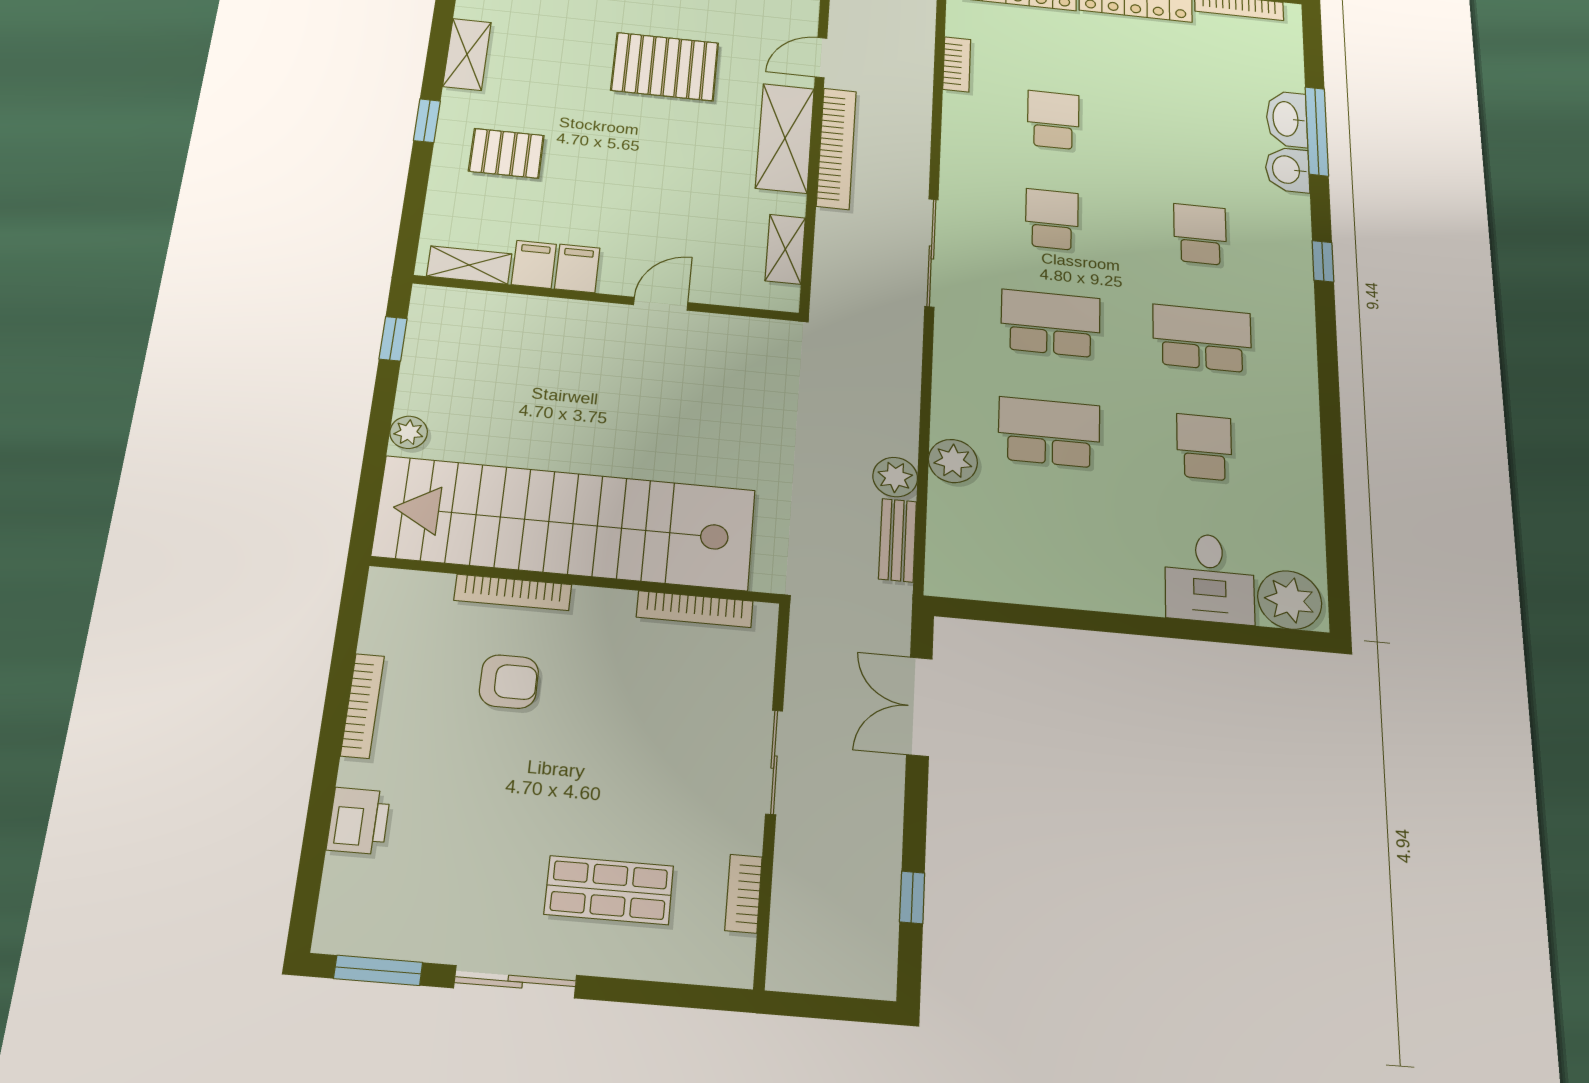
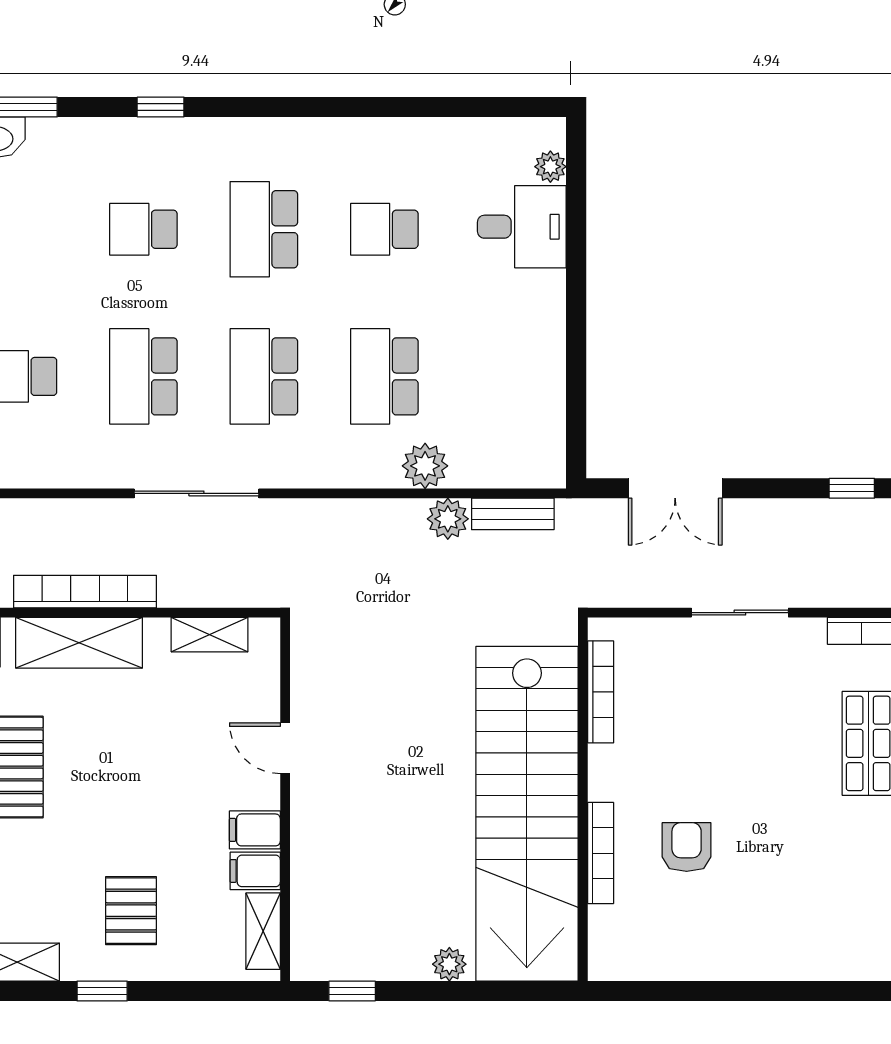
washbasin: (1287, 170) -> (54, 139), removed
school desk: (1052, 219) -> (143, 376), width x1.85
plant: (1290, 600) -> (550, 167), width x0.53, depth x0.53
bookcase: (362, 706) -> (721, 969), removed
printer: (359, 821) -> (826, 958), removed

